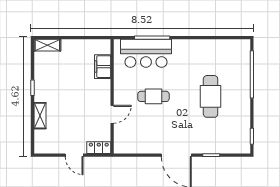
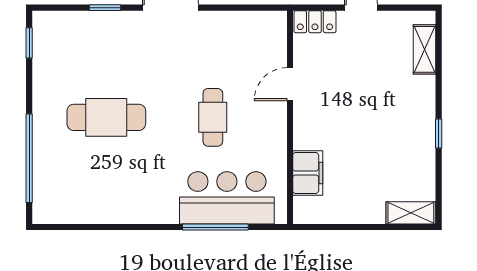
cafe table: (153, 96) -> (213, 117), turned 90
cafe table: (211, 96) -> (106, 117), turned 90
shelving: (40, 116) -> (425, 49), moved

